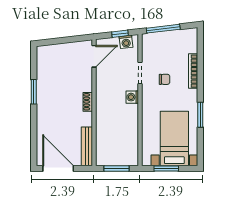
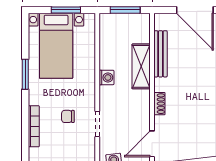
washing machine: (132, 97) -> (106, 77), moved
shoe rack: (88, 102) -> (159, 104), moved
shelving: (103, 121) -> (141, 66), added
bench: (87, 146) -> (160, 54), moved

